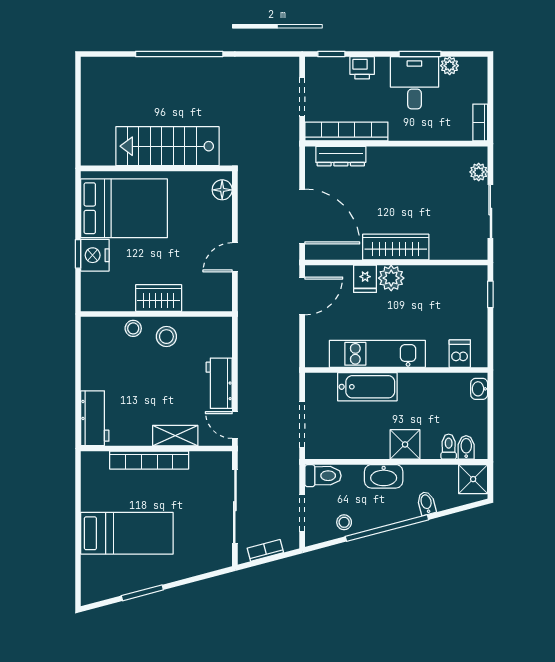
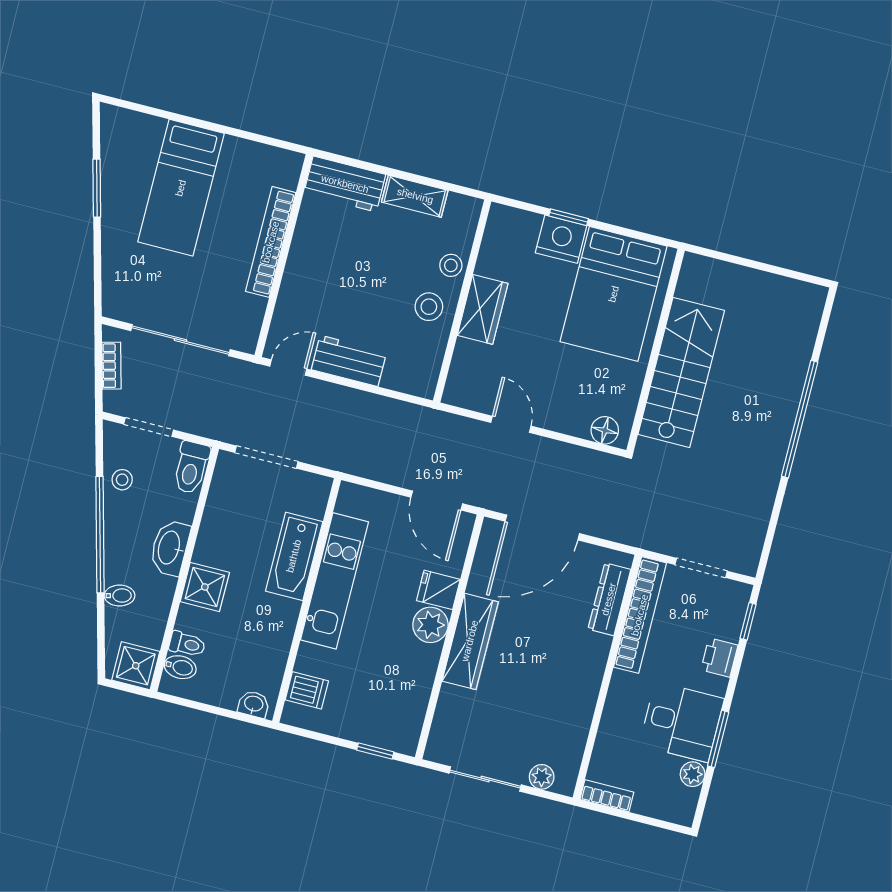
shelving: (175, 436) -> (415, 196), moved, turned 90

